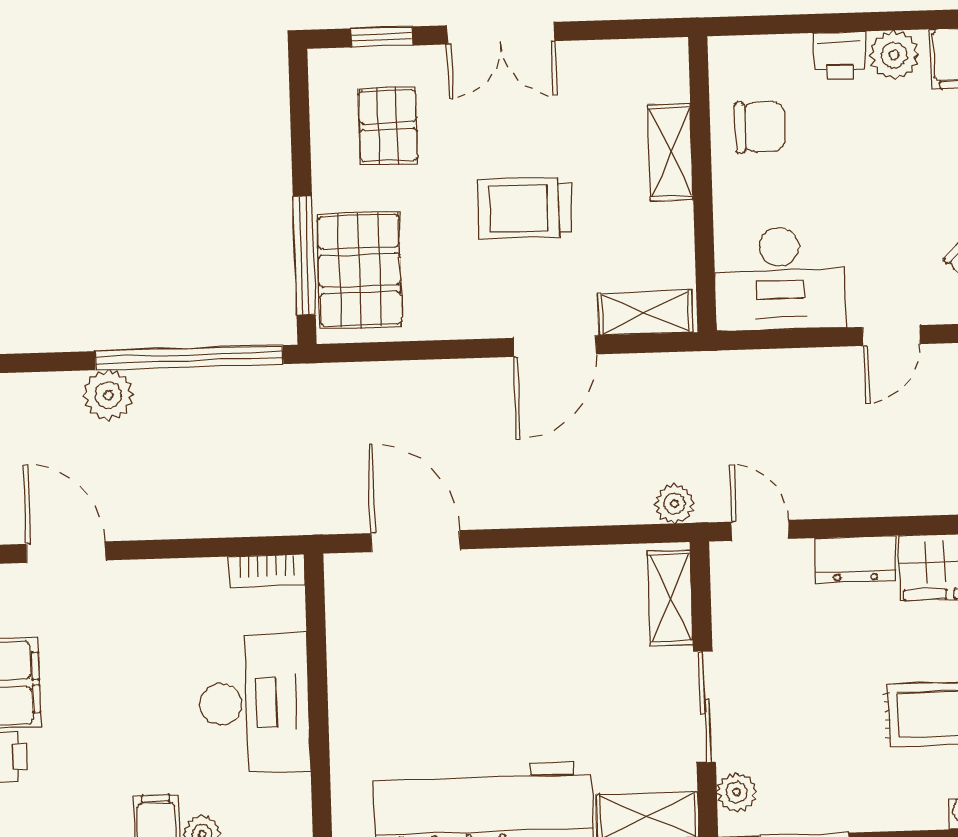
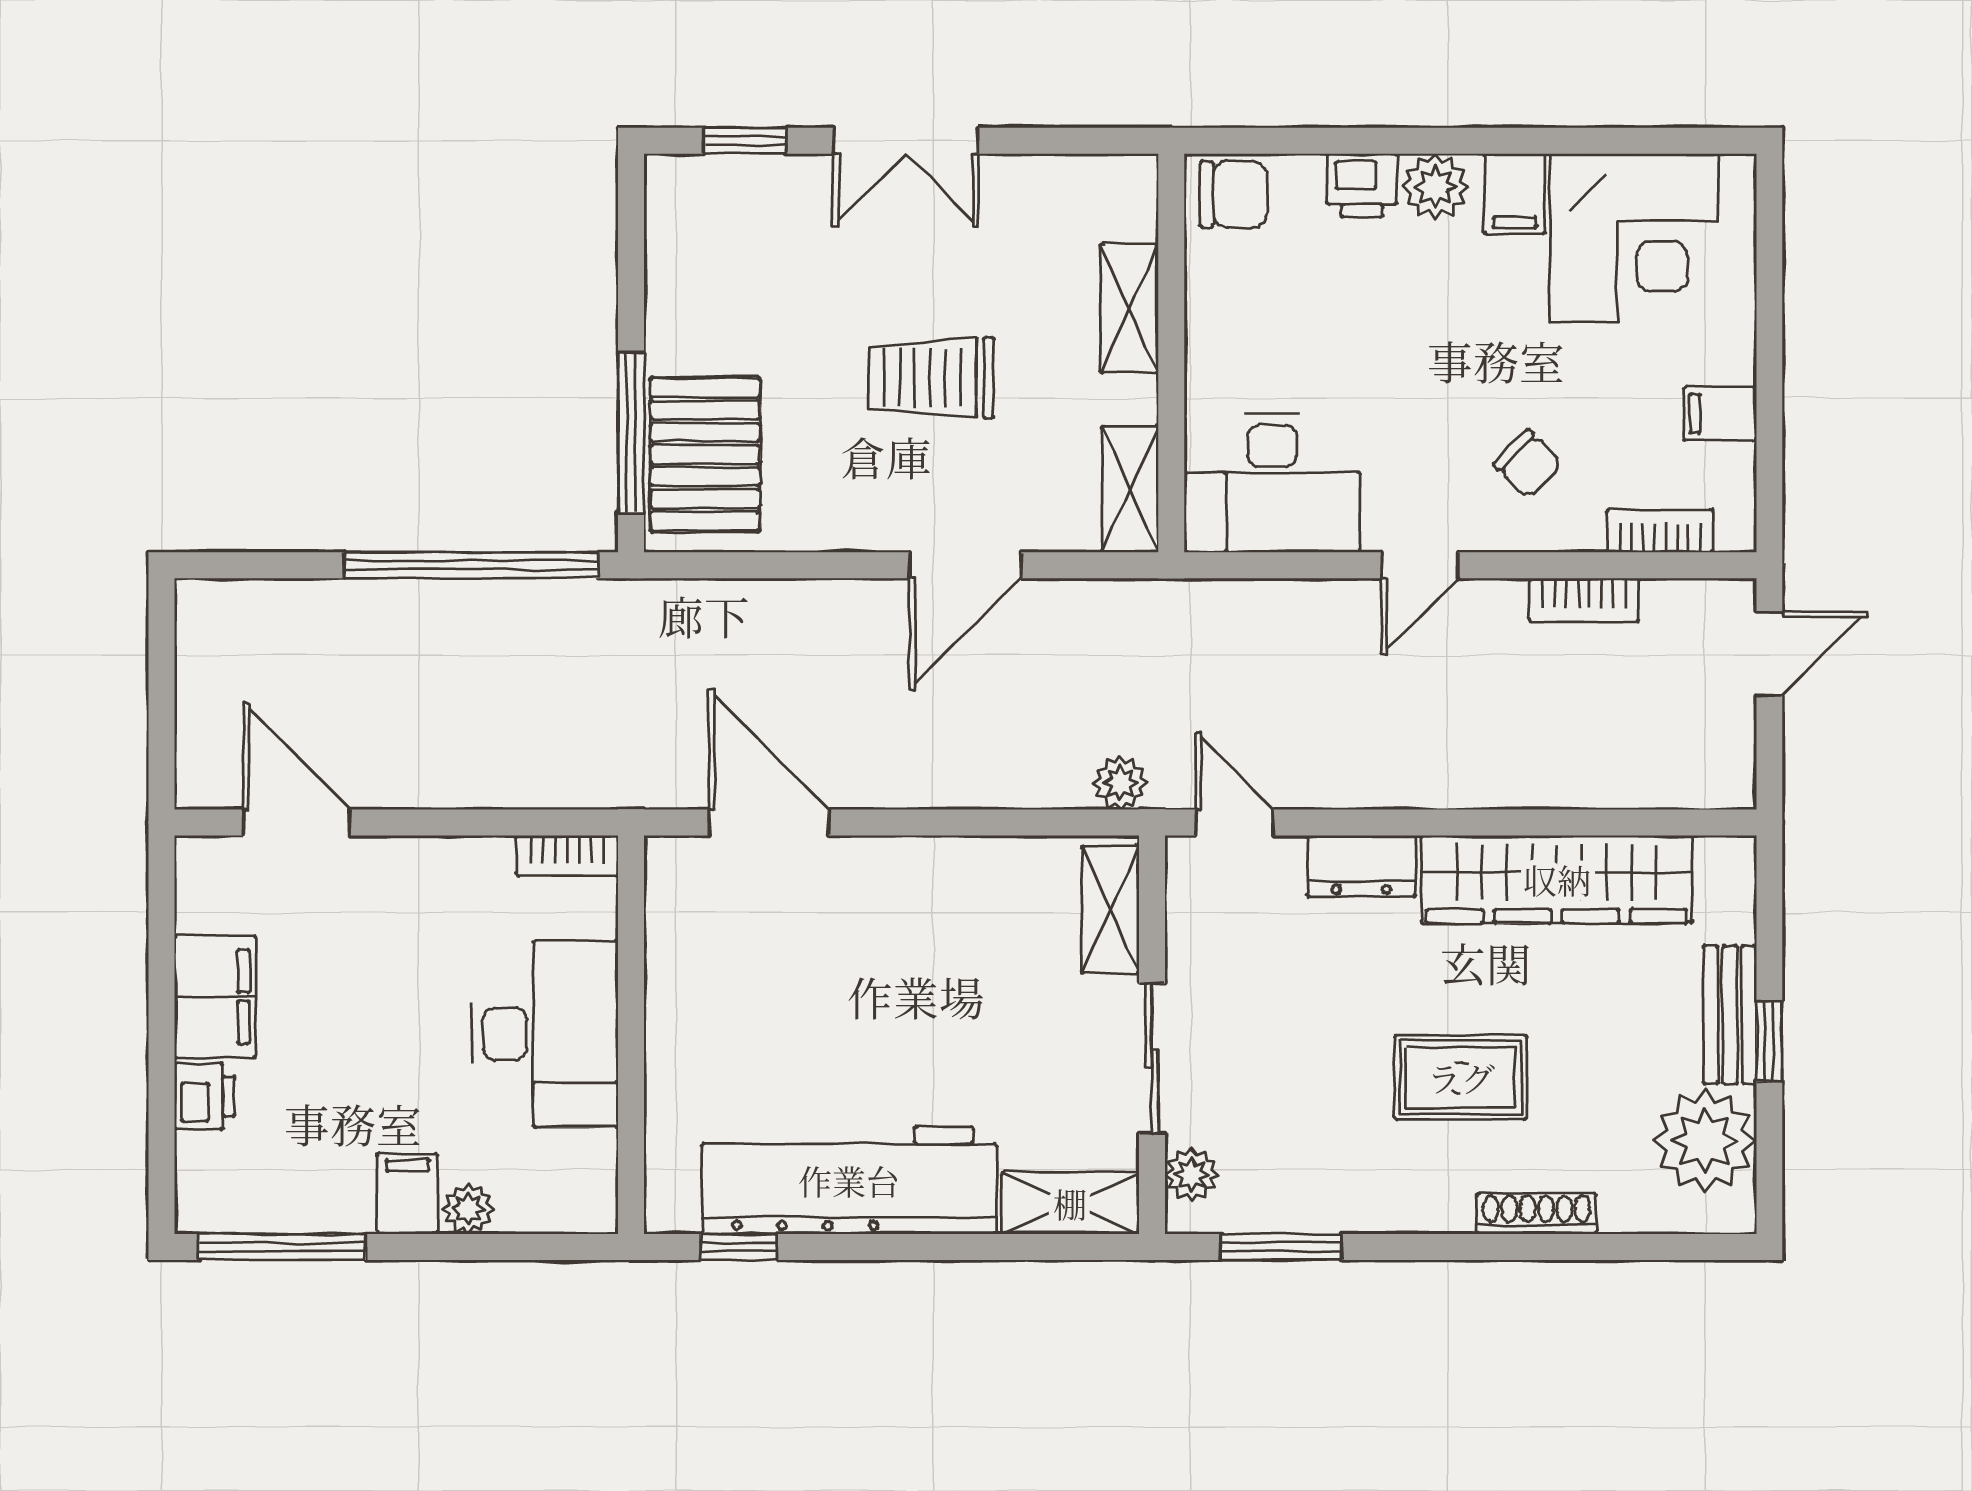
pallet: (388, 126) -> (750, 261), removed
chair: (760, 127) -> (1234, 195), moved
shelving: (645, 313) -> (1130, 489), moved, turned 90
plant: (108, 395) -> (361, 612), removed

